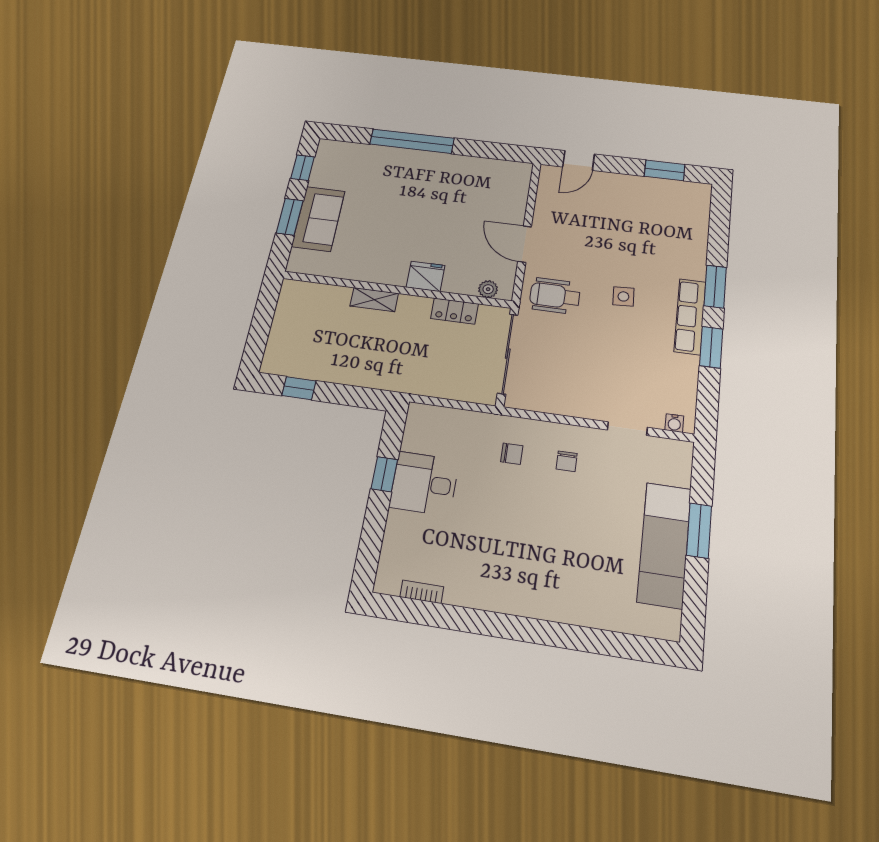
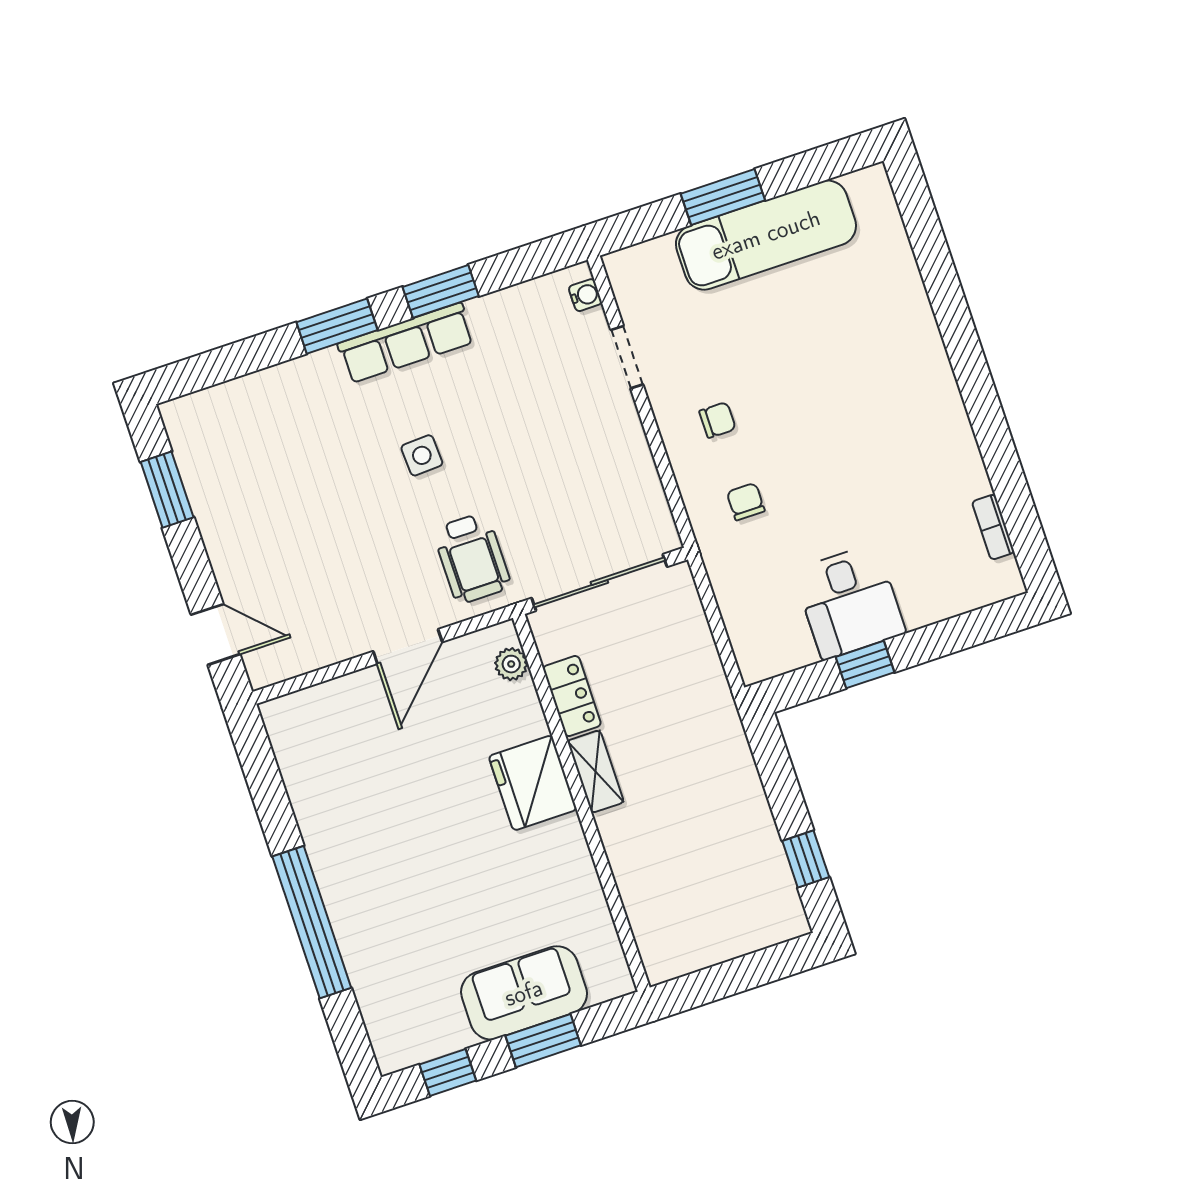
fridge: (426, 276) -> (533, 783), width x1.36, depth x1.34
shelving: (374, 300) -> (596, 772), moved

